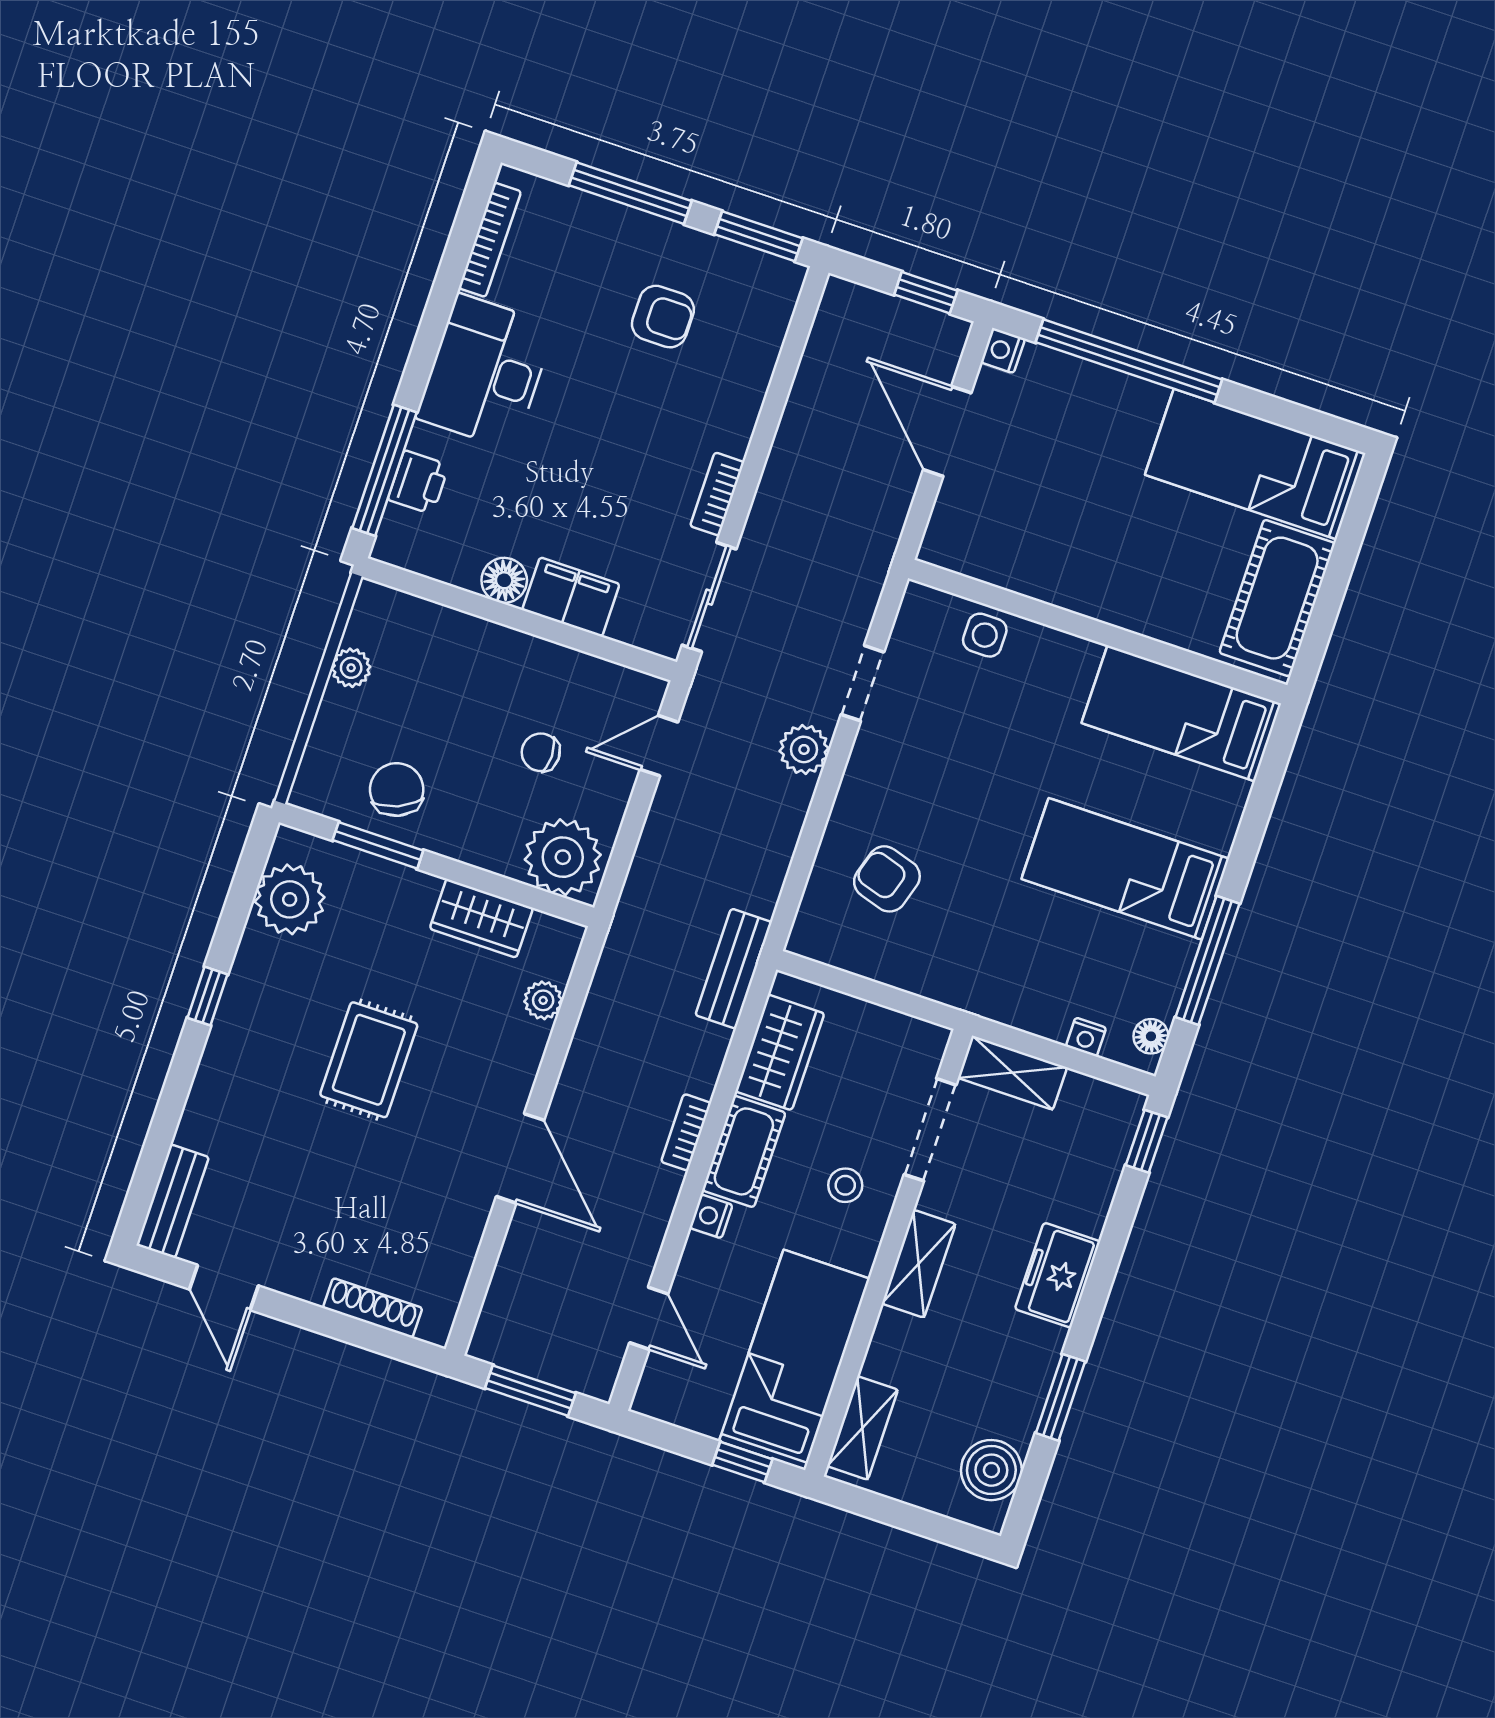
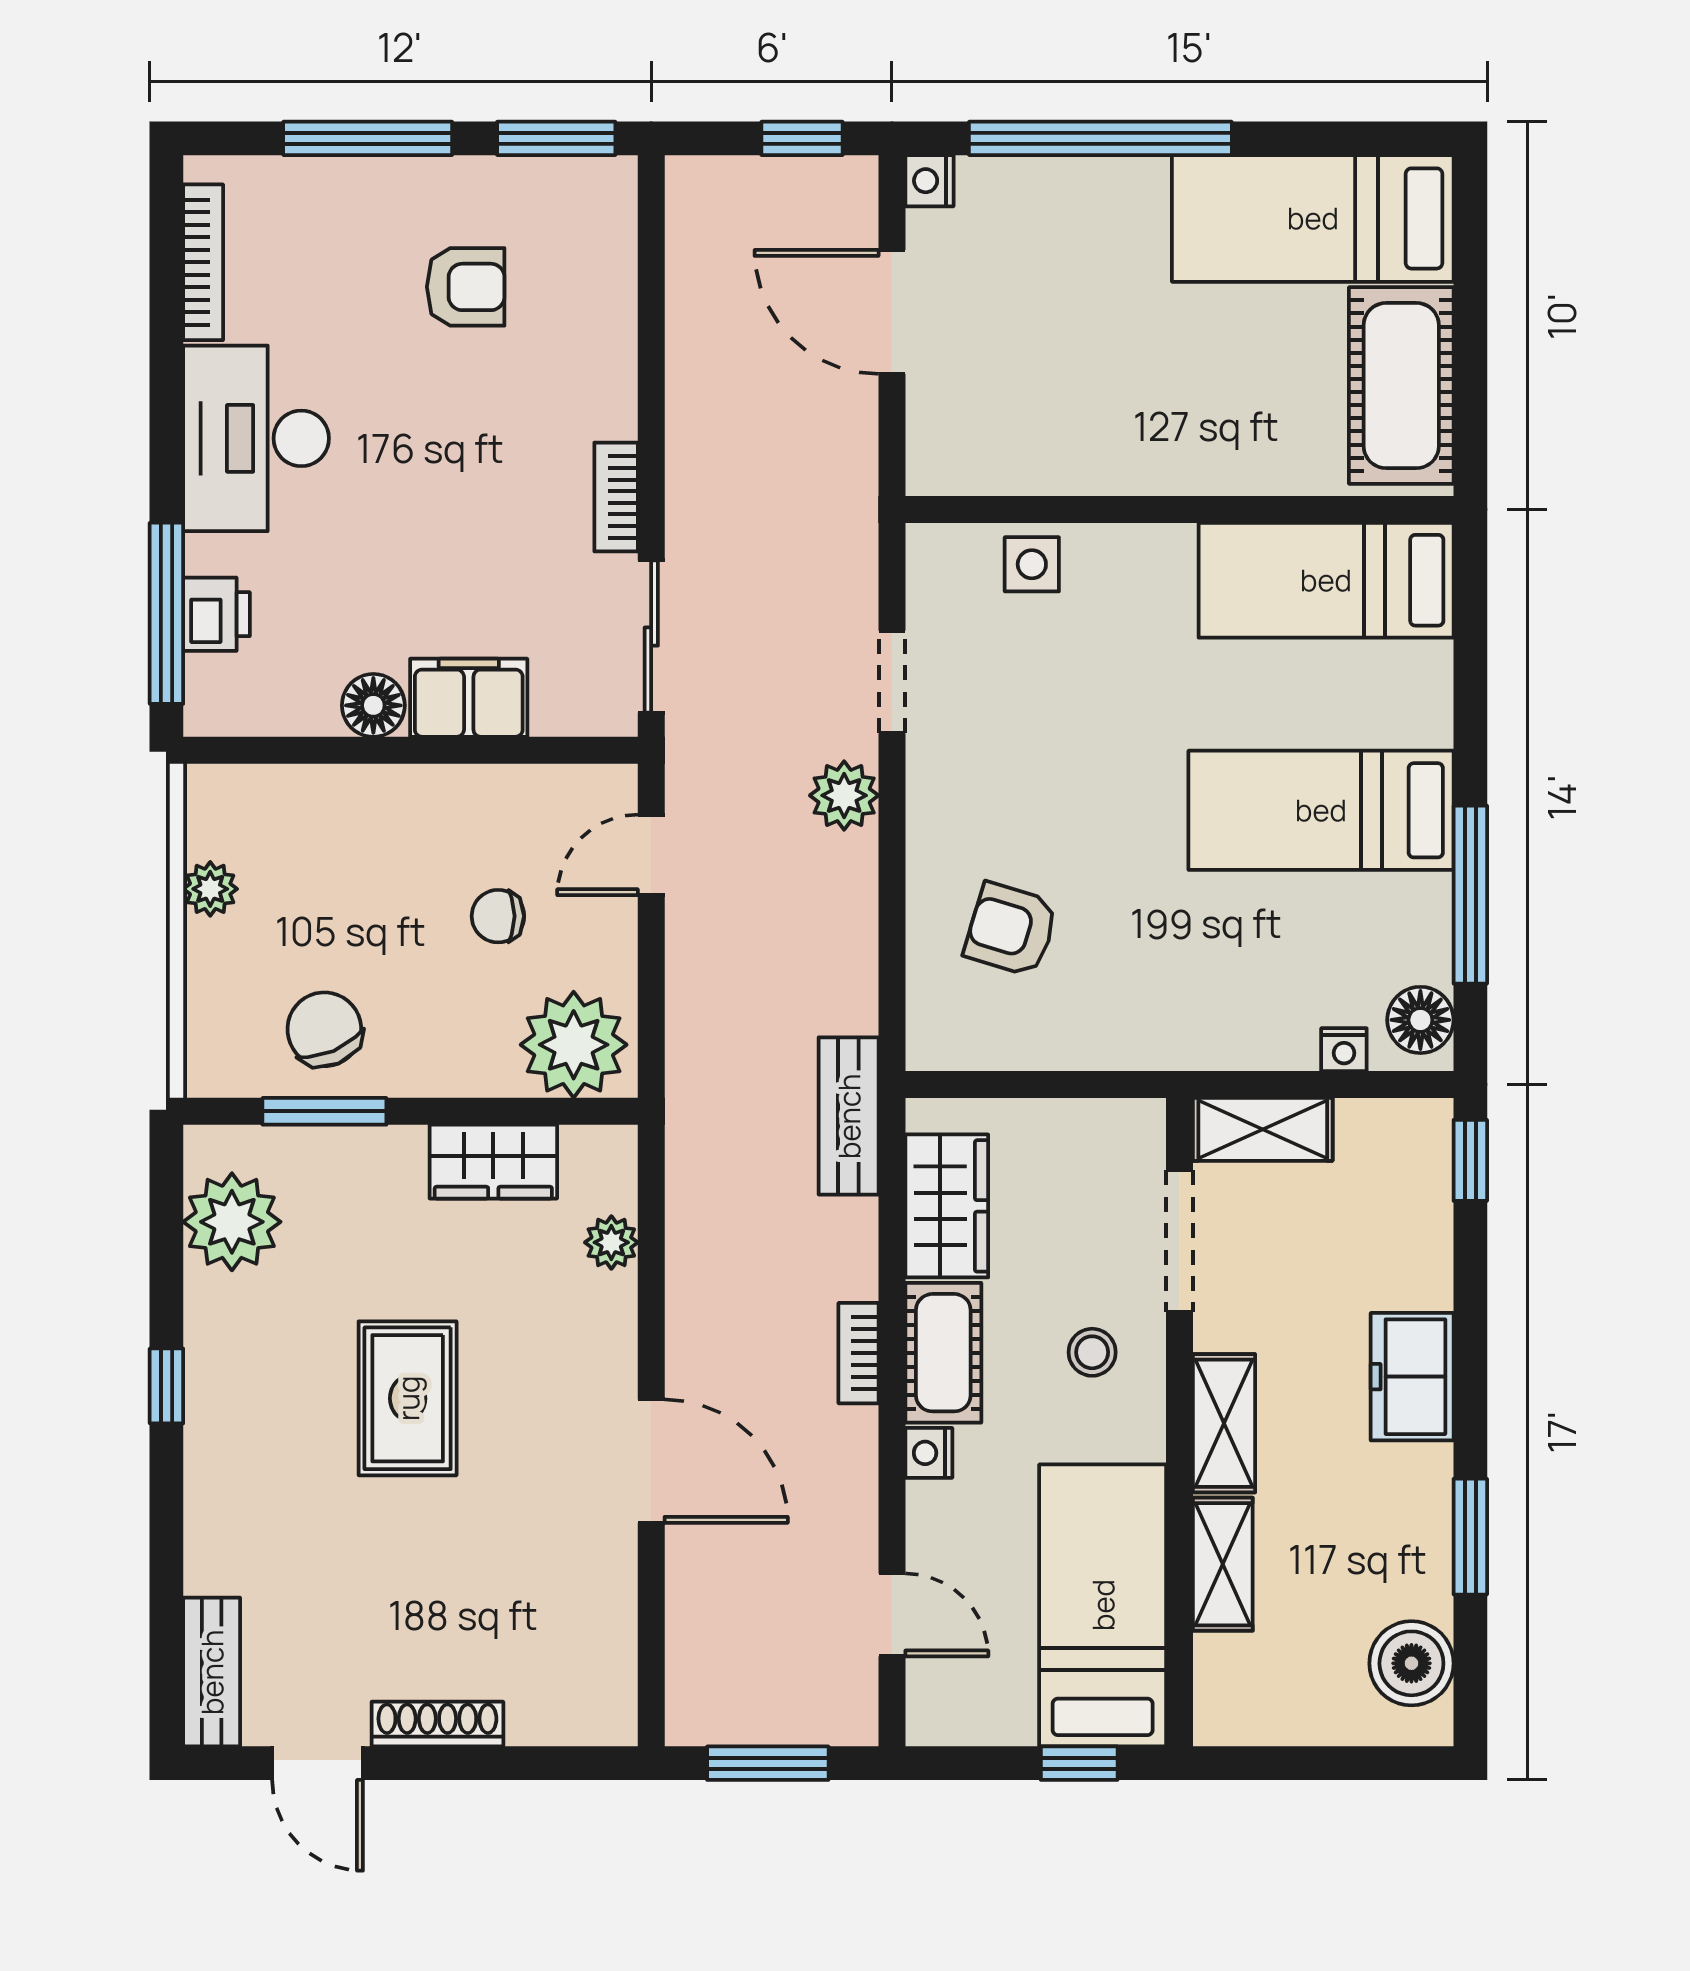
floor lamp: (1151, 1036) -> (1420, 1020), width x1.37, depth x1.37
shoe rack: (373, 1308) -> (437, 1724), moved
shelving: (863, 1428) -> (1223, 1564), moved

